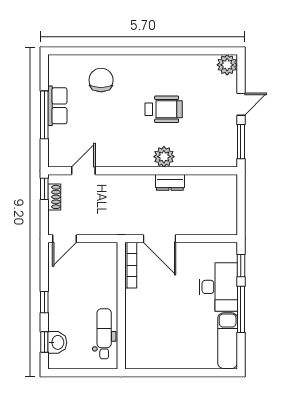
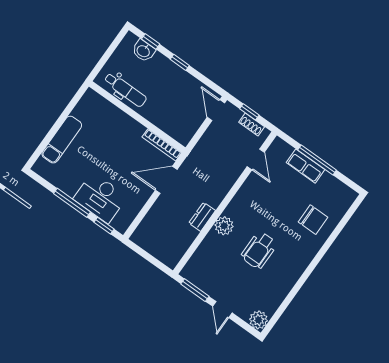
row of seats: (57, 106) -> (306, 166), moved
window: (44, 189) -> (249, 112), moved
exam couch: (228, 341) -> (62, 140), moved, turned 90

